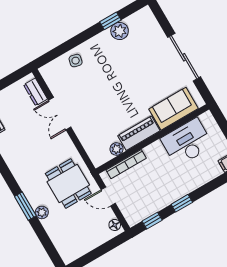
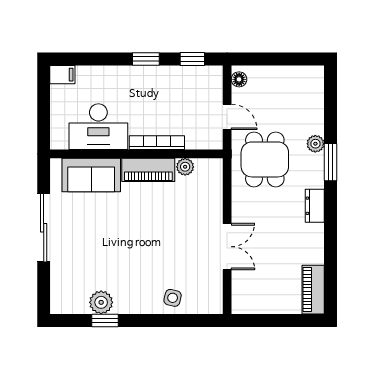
dresser: (36, 92) -> (315, 206), moved, turned 180
bookcase: (126, 164) -> (157, 143), moved

